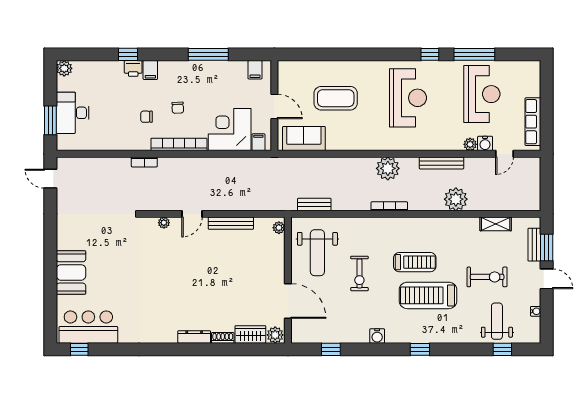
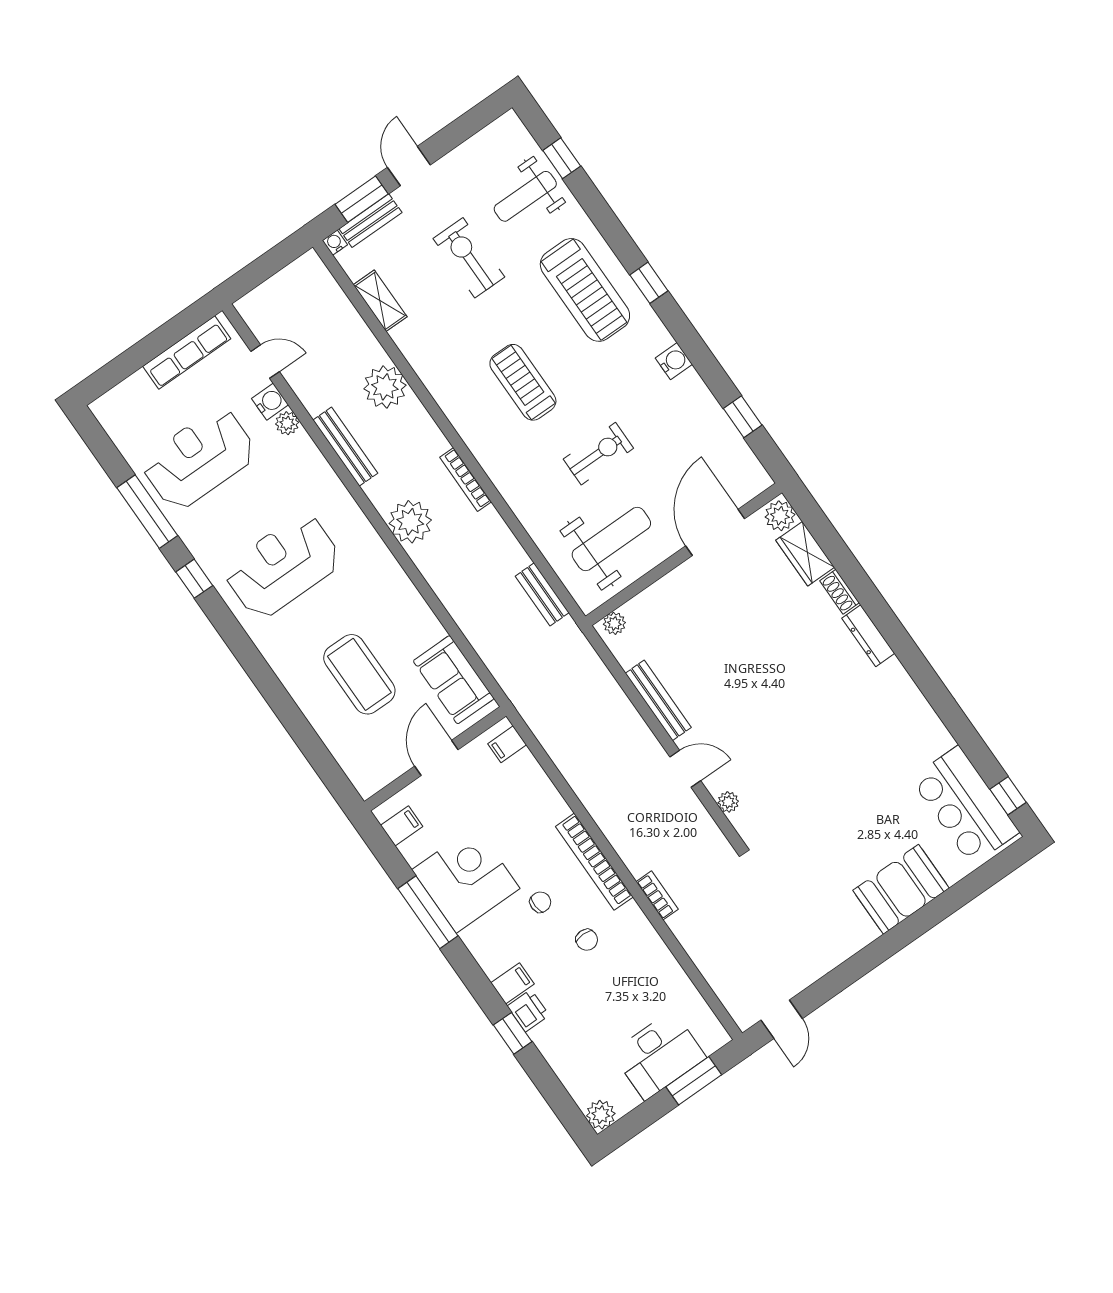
corner desk: (230, 130) -> (466, 879), moved, turned 180
treadmill: (428, 295) -> (585, 290), moved
water cooler: (536, 311) -> (335, 243), moved

